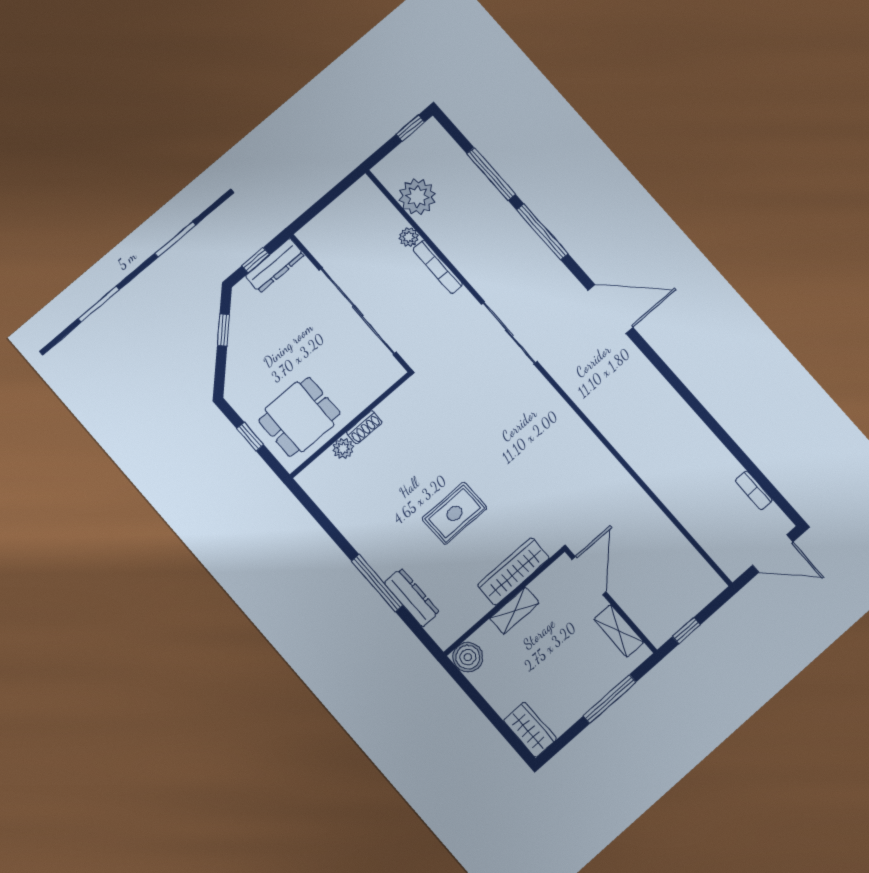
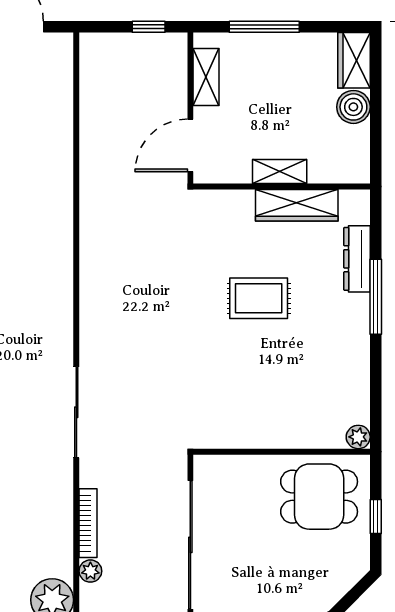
shoe rack: (364, 427) -> (272, 439), removed
plant: (343, 448) -> (358, 437), moved
wardrobe: (513, 571) -> (297, 205), moved
boiler: (468, 657) -> (353, 107), moved

